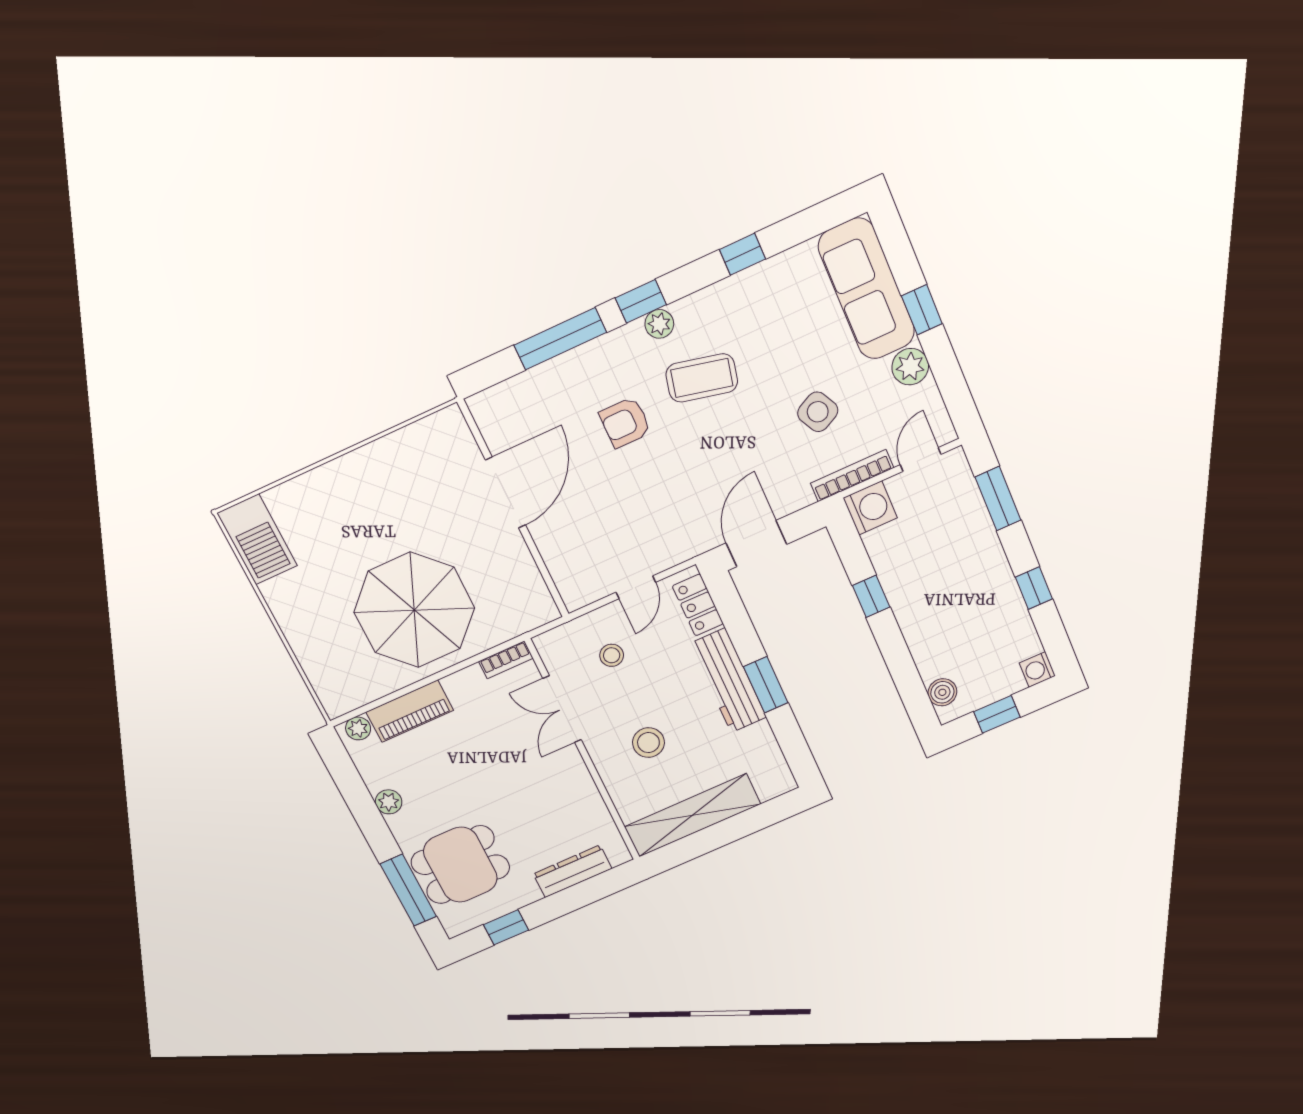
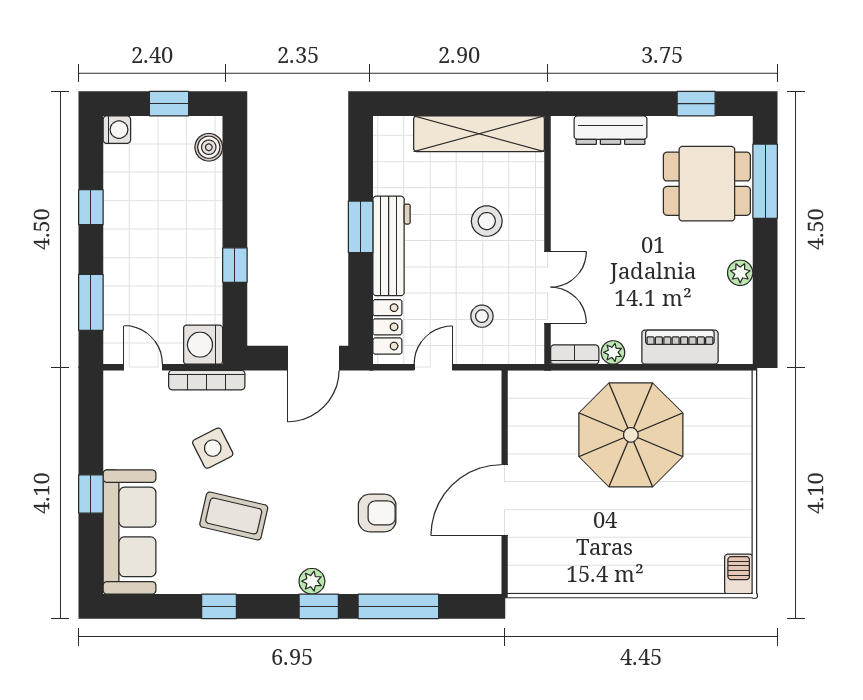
plant: (910, 367) -> (120, 451), removed
coffee table: (702, 378) -> (234, 516), moved
door: (921, 459) -> (143, 367), swing flipped
barbecue: (257, 539) -> (739, 574), width x0.53, depth x0.65
plant: (358, 728) -> (613, 352), moved

